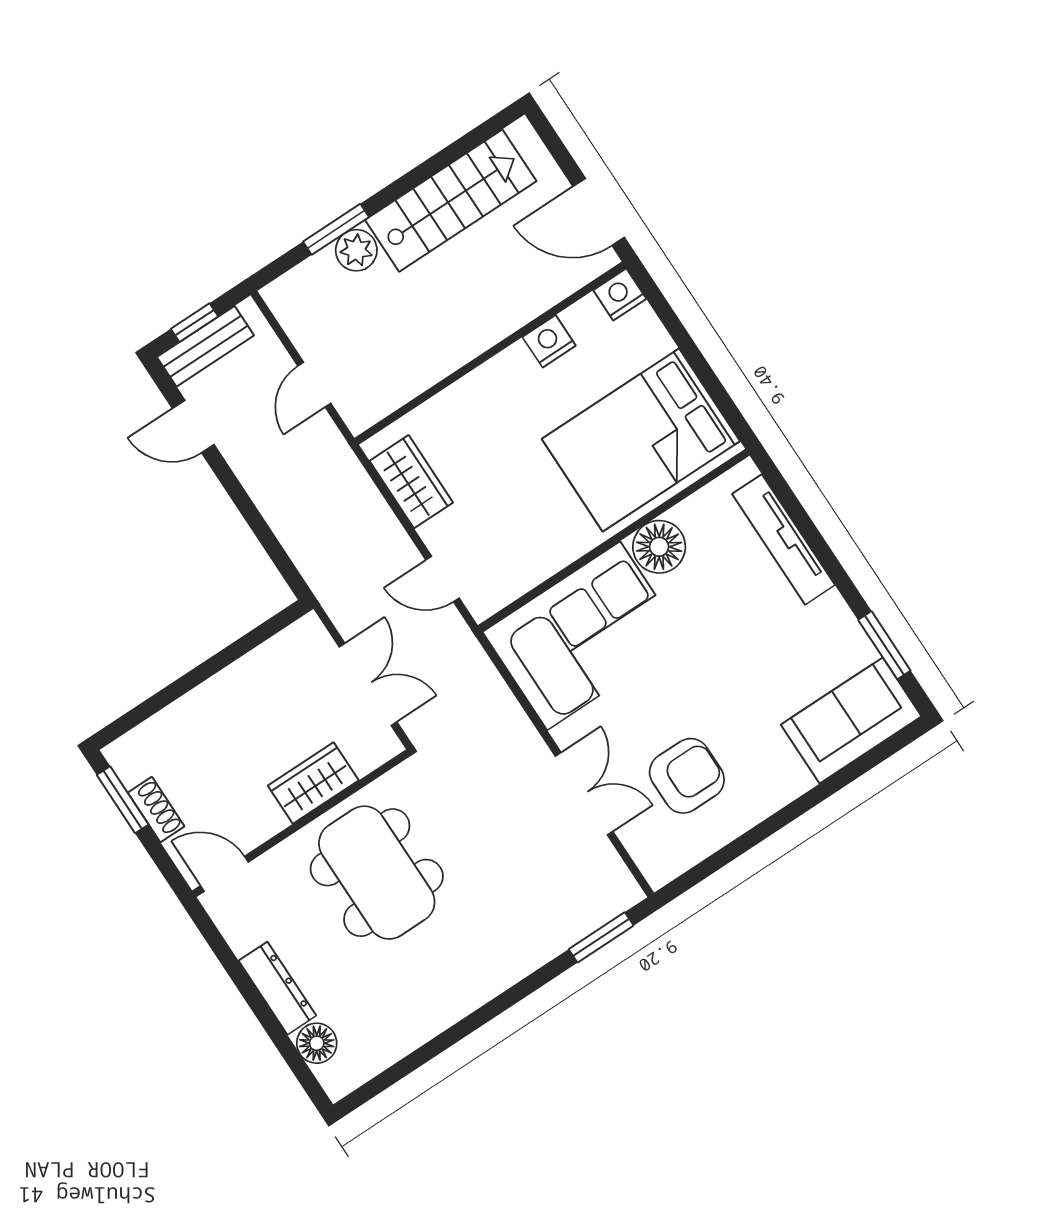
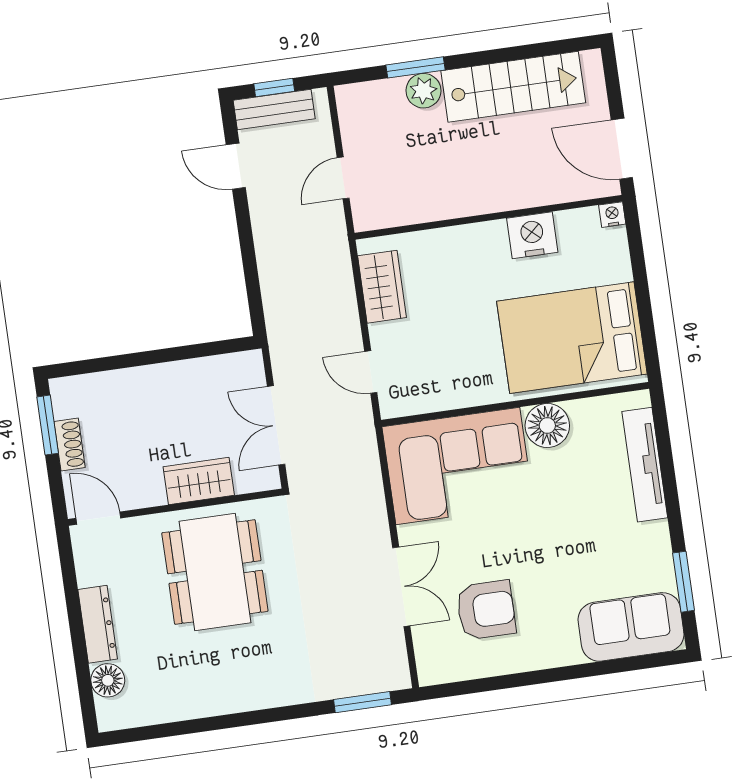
nightstand: (620, 294) -> (612, 215), width x0.72, depth x0.74
nightstand: (549, 341) -> (532, 235), width x1.36, depth x1.33
double door: (368, 684) -> (276, 425), swing flipped

